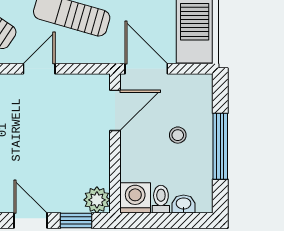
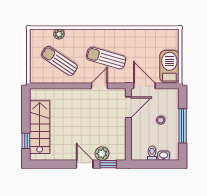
door: (39, 69) -> (99, 86), moved
washing machine: (135, 198) -> (139, 153), removed
plant: (97, 200) -> (102, 154), moved

